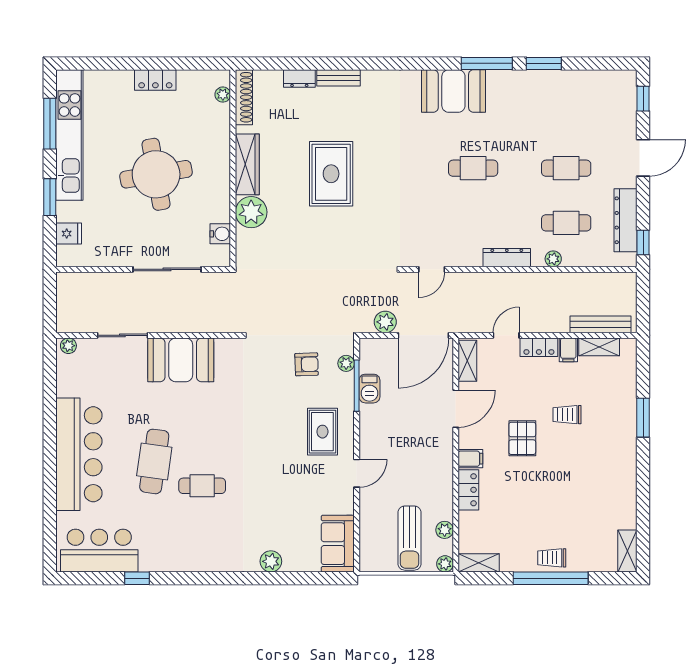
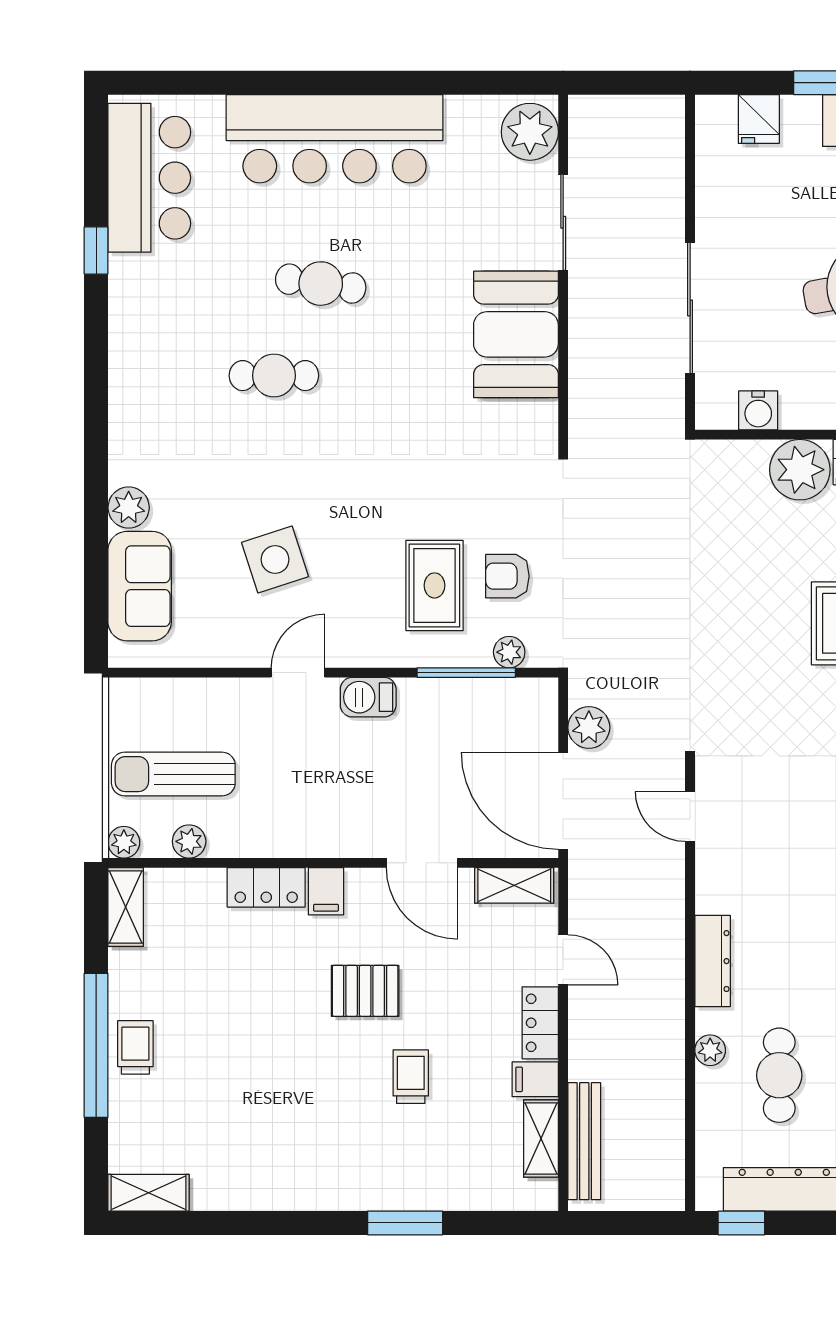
plant: (68, 346) -> (530, 132), width x1.88, depth x1.88
armchair: (307, 364) -> (507, 576), turned 92
barbecue: (369, 389) -> (368, 697), moved
rug: (322, 432) -> (434, 585), moved, turned 90
cafe table: (154, 461) -> (321, 284), width x0.73, depth x0.74
door: (357, 473) -> (298, 673), swing flipped
side table: (298, 485) -> (275, 560), added
cafe table: (202, 486) -> (274, 376), turned 90
sofa: (338, 544) -> (140, 586), moved, turned 90

